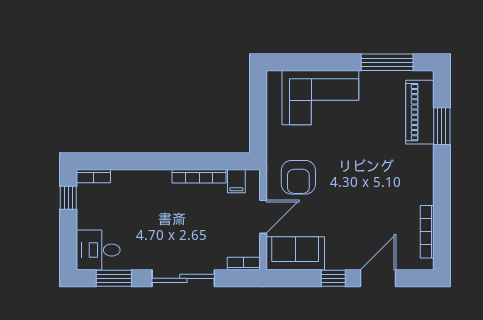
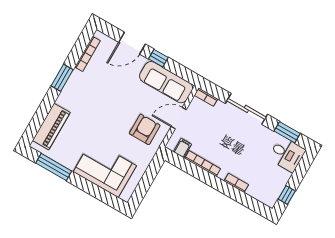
window: (442, 126) -> (62, 78), moved
bookcase: (93, 176) -> (236, 183), moved
sofa: (295, 253) -> (166, 82), width x1.36

